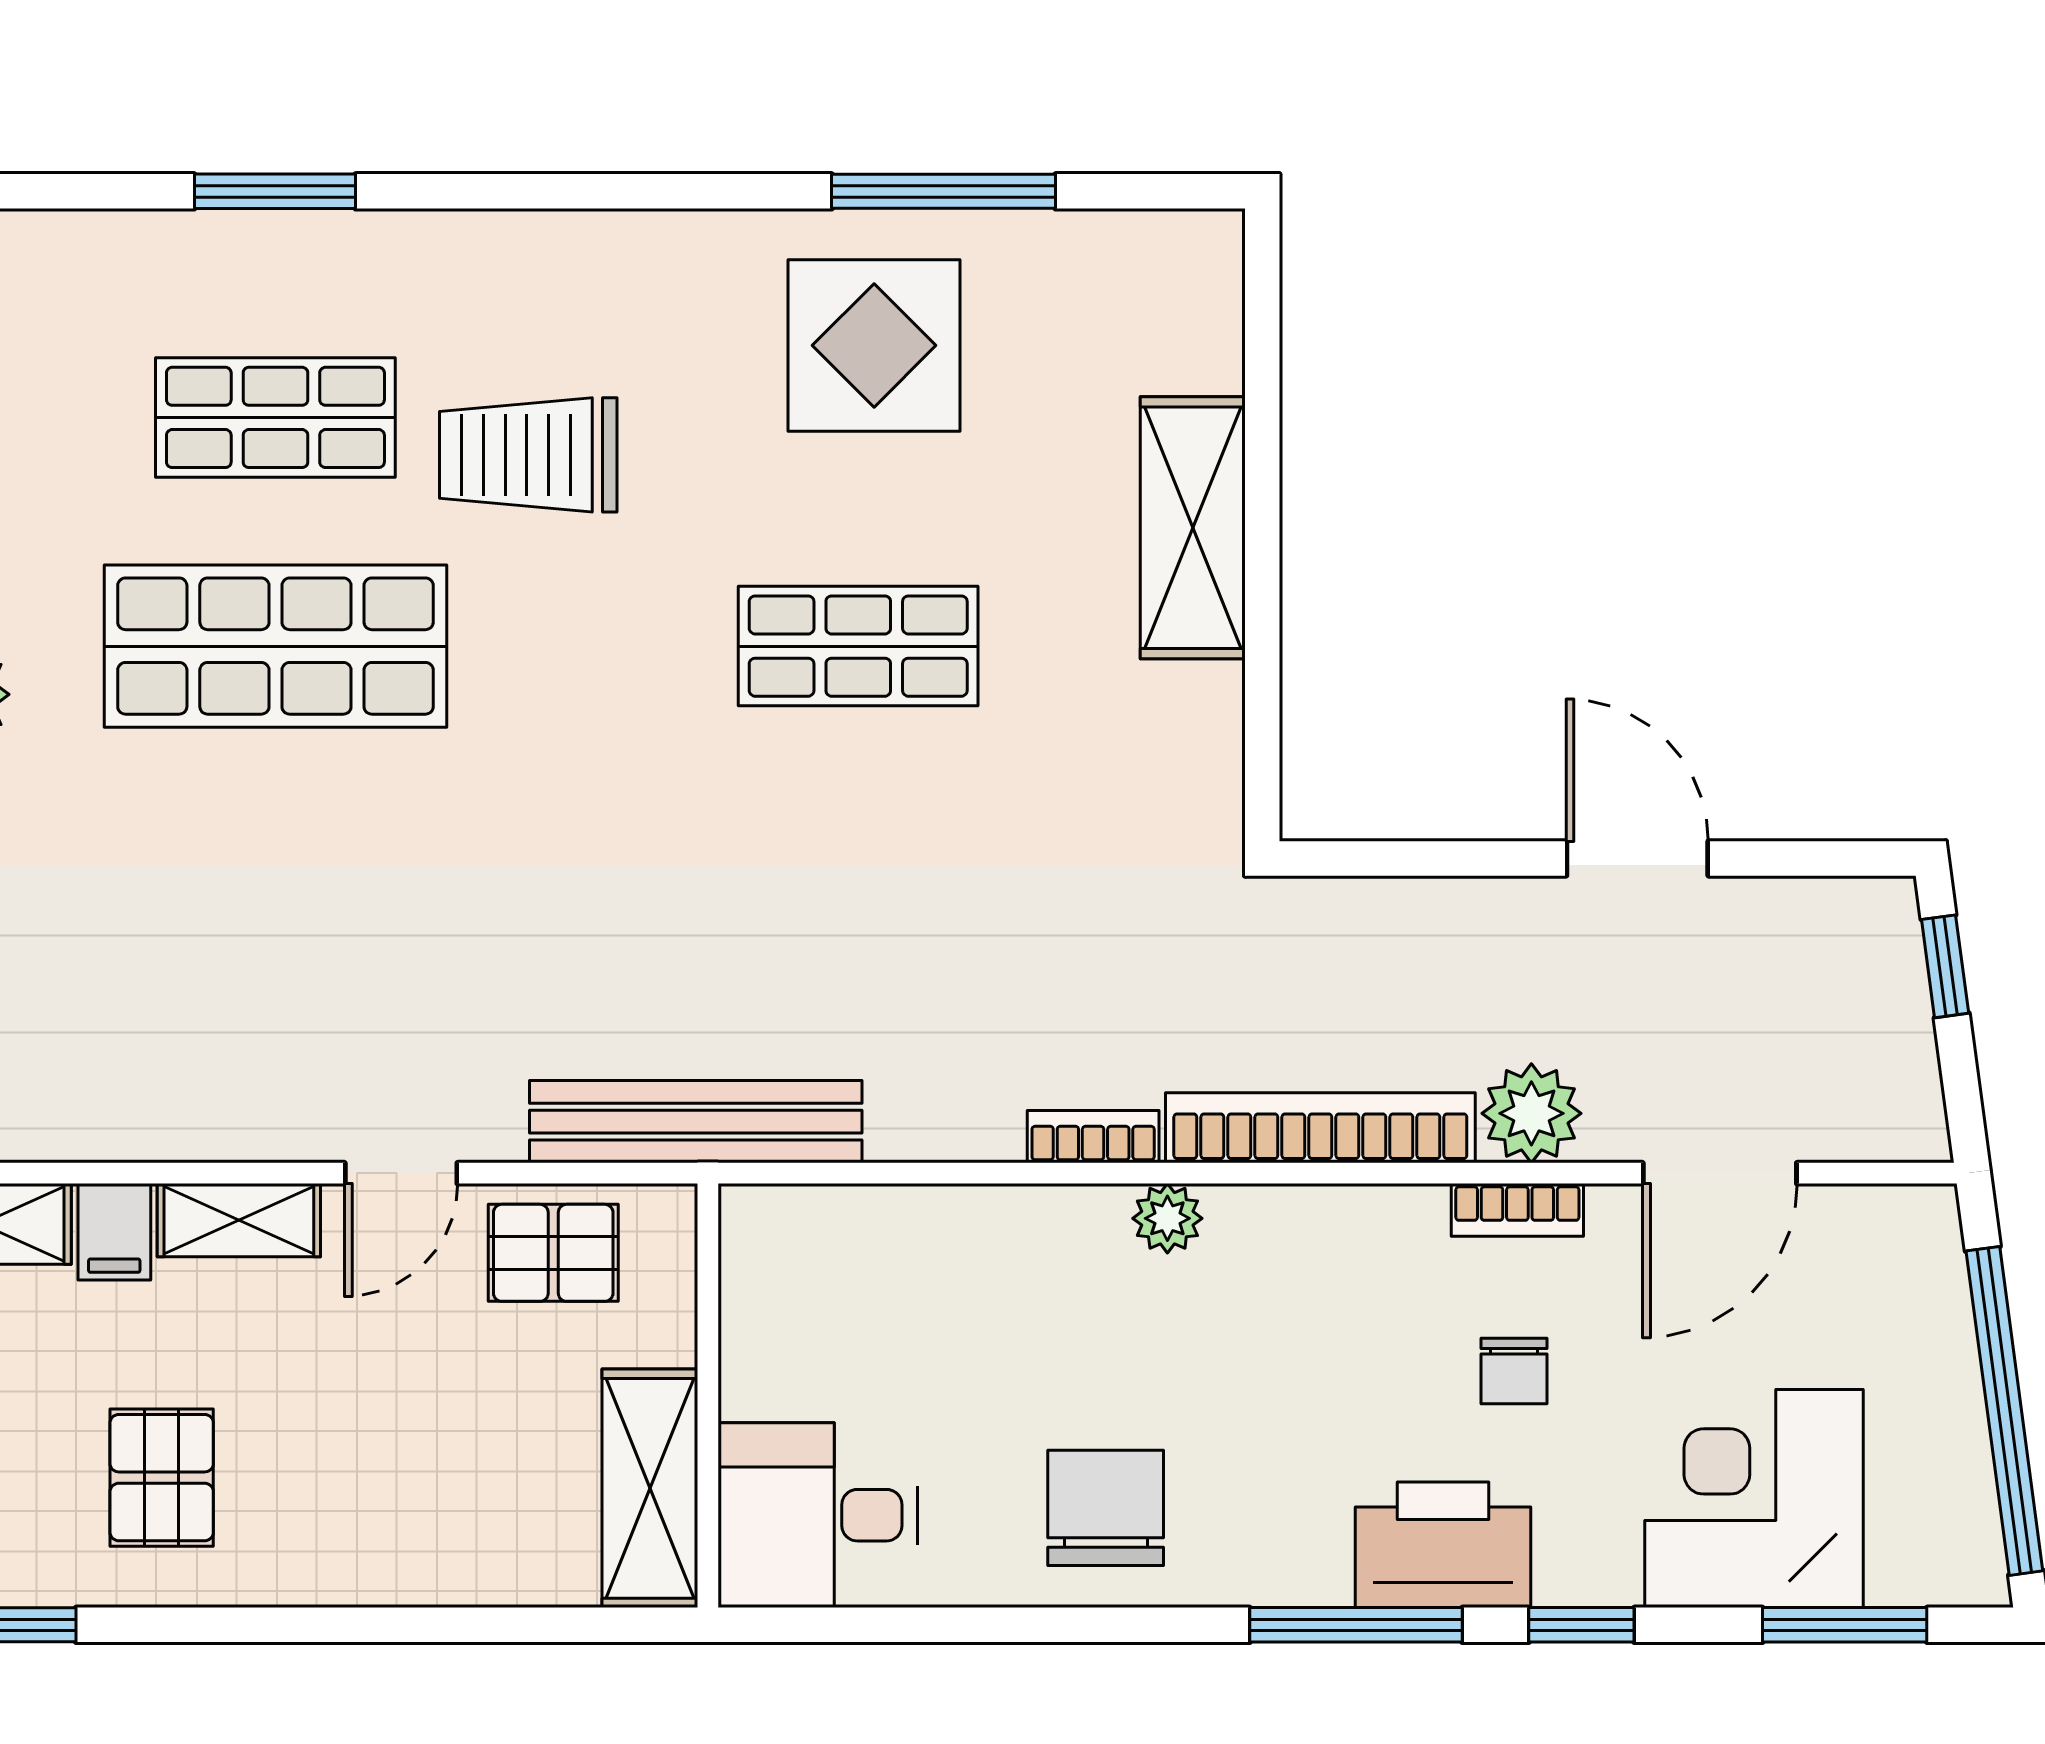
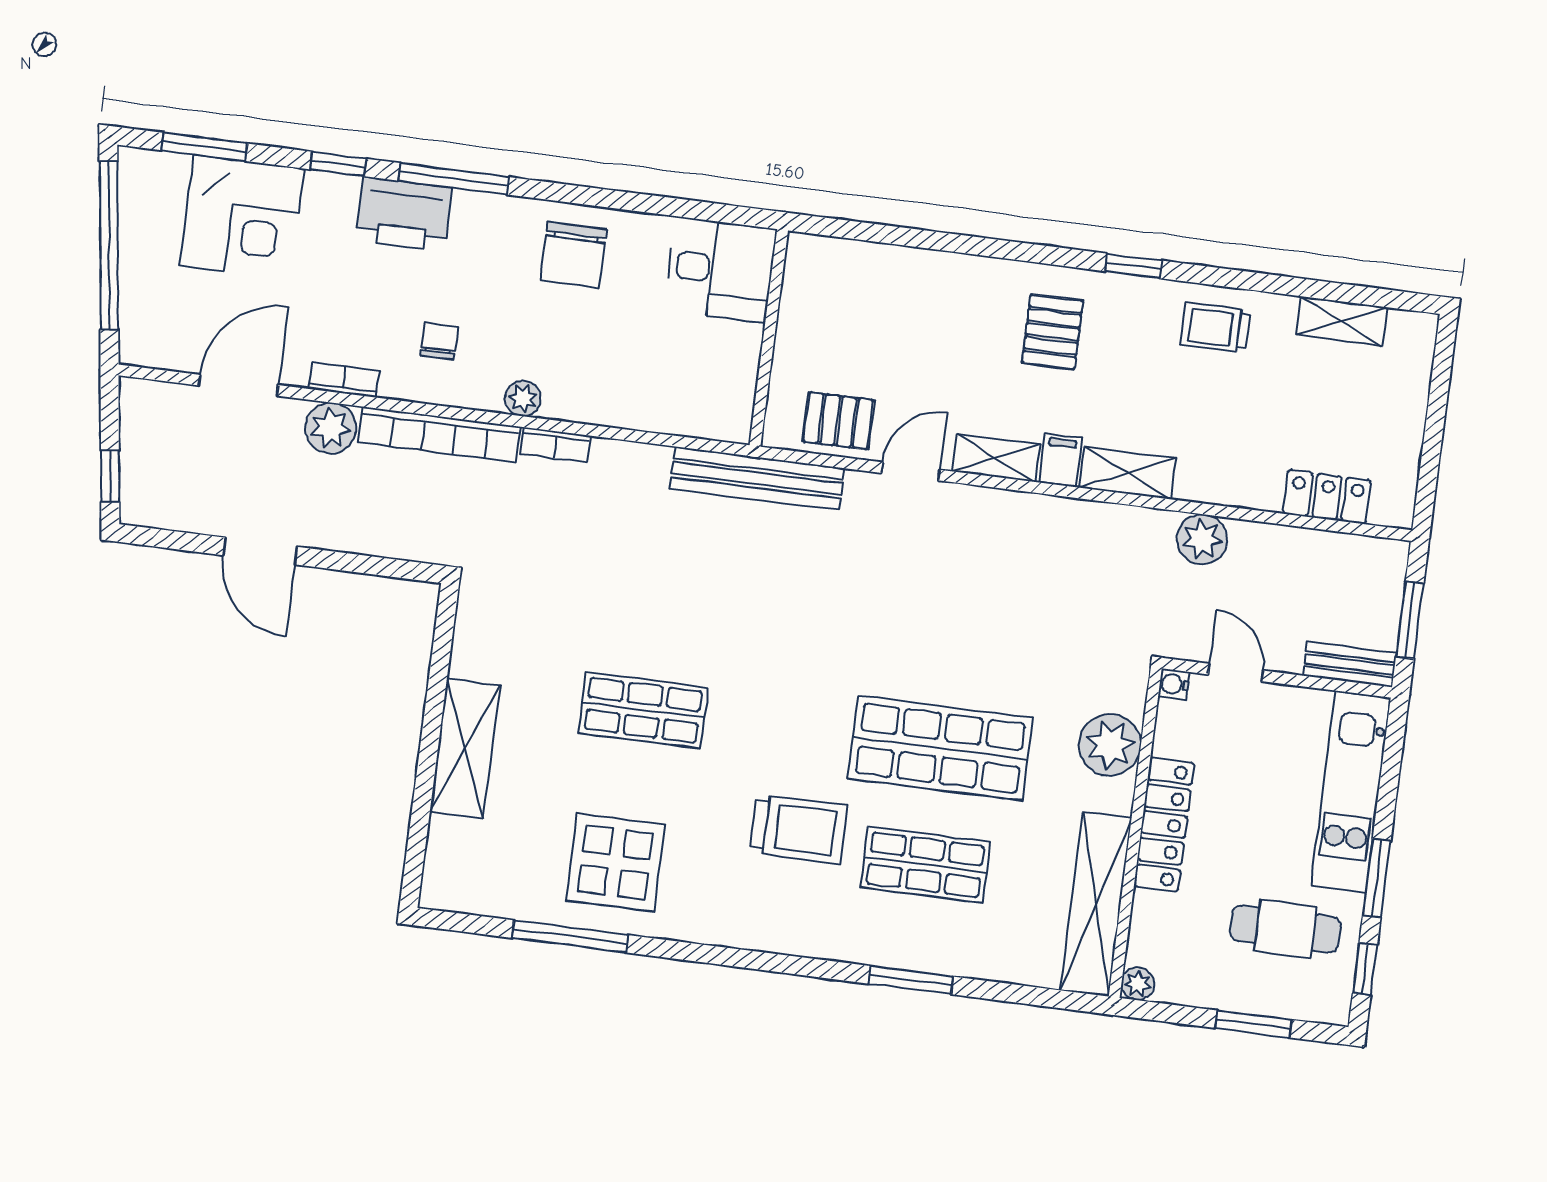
chair: (1514, 1371) -> (439, 341), moved
shelving: (650, 1488) -> (804, 294), removed

